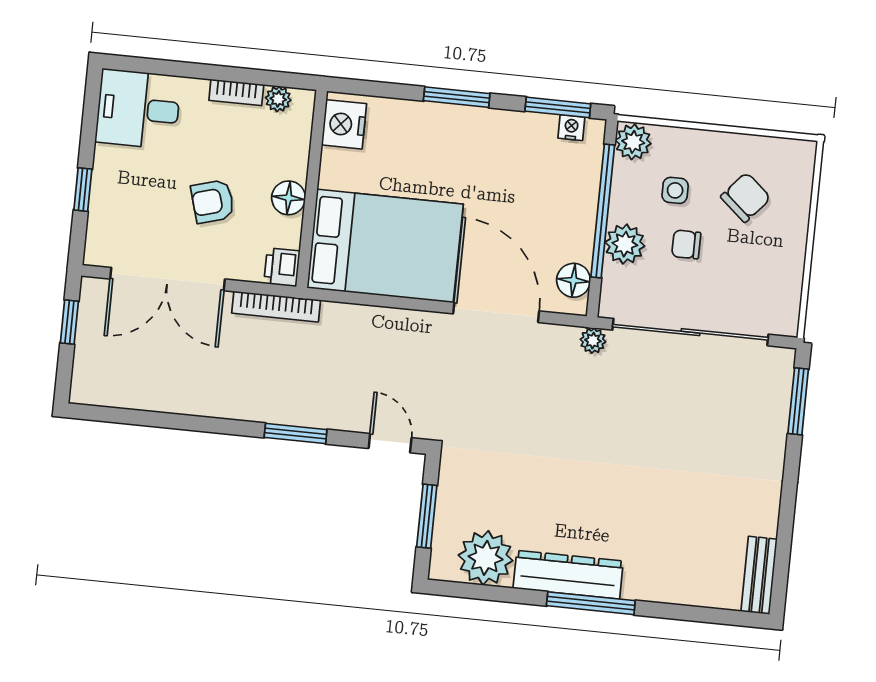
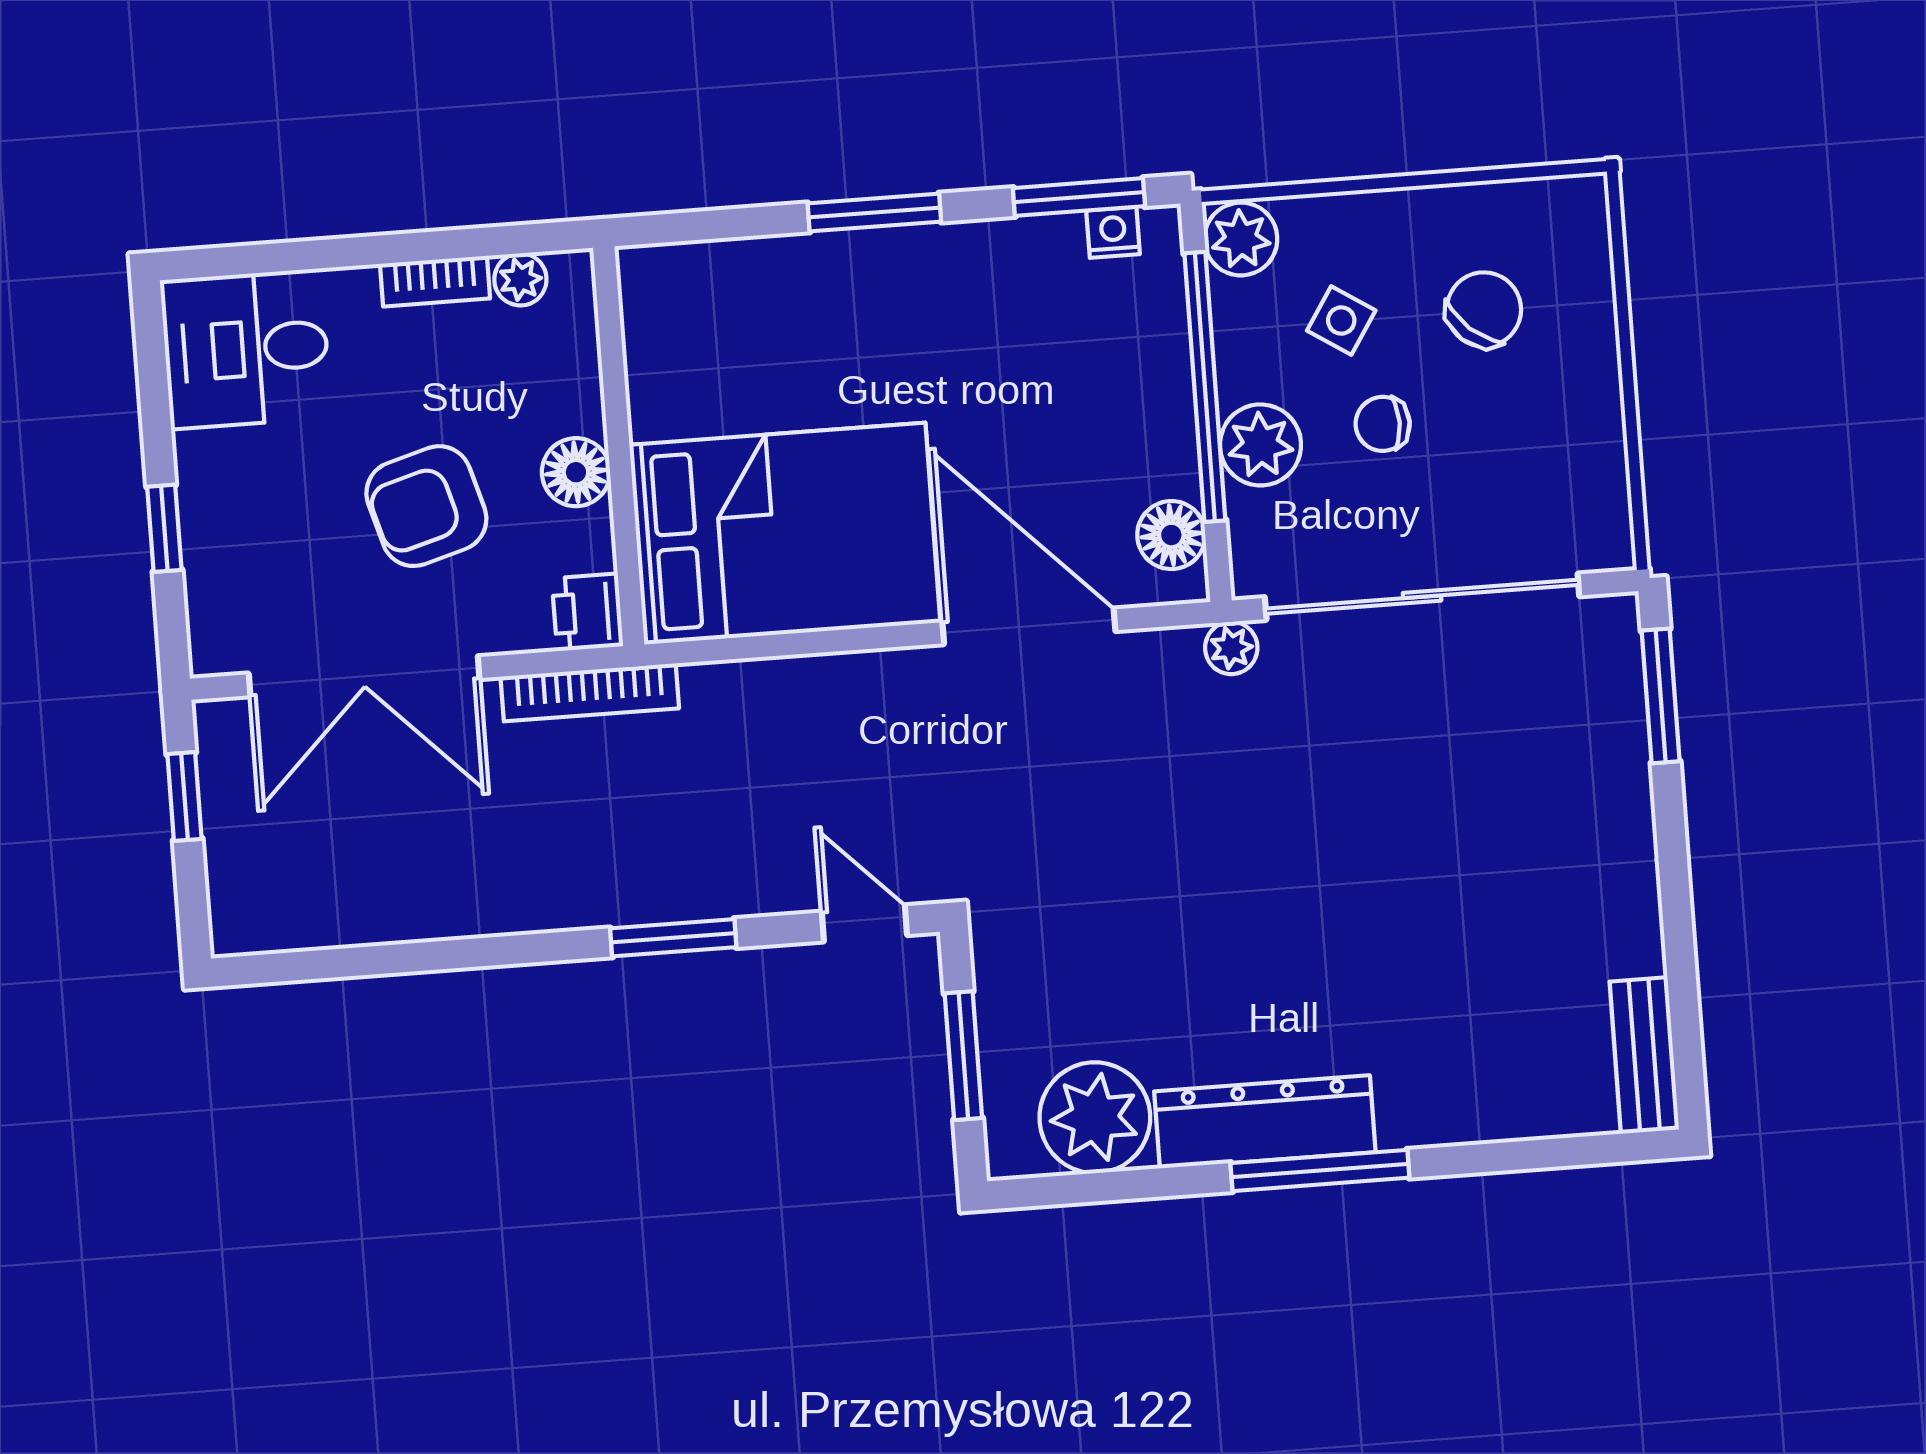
nightstand: (344, 124) -> (660, 306), removed
side table: (675, 190) -> (1341, 321), turned 33
armchair: (213, 201) -> (426, 506), width x1.38, depth x1.38

